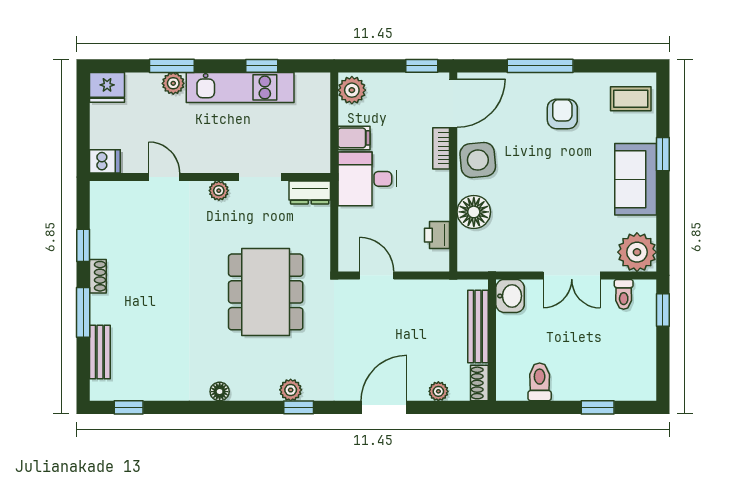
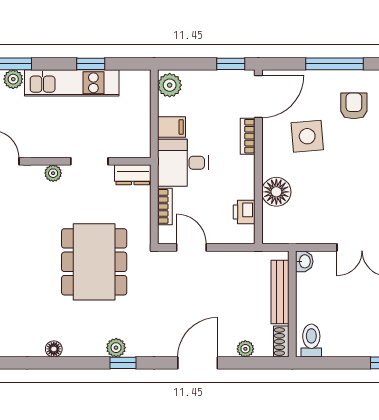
side table: (478, 160) -> (307, 136), moved
bookcase: (346, 229) -> (165, 206), added
washbasin: (510, 296) -> (304, 261), width x0.72, depth x0.69
toilet: (540, 382) -> (311, 341), moved

